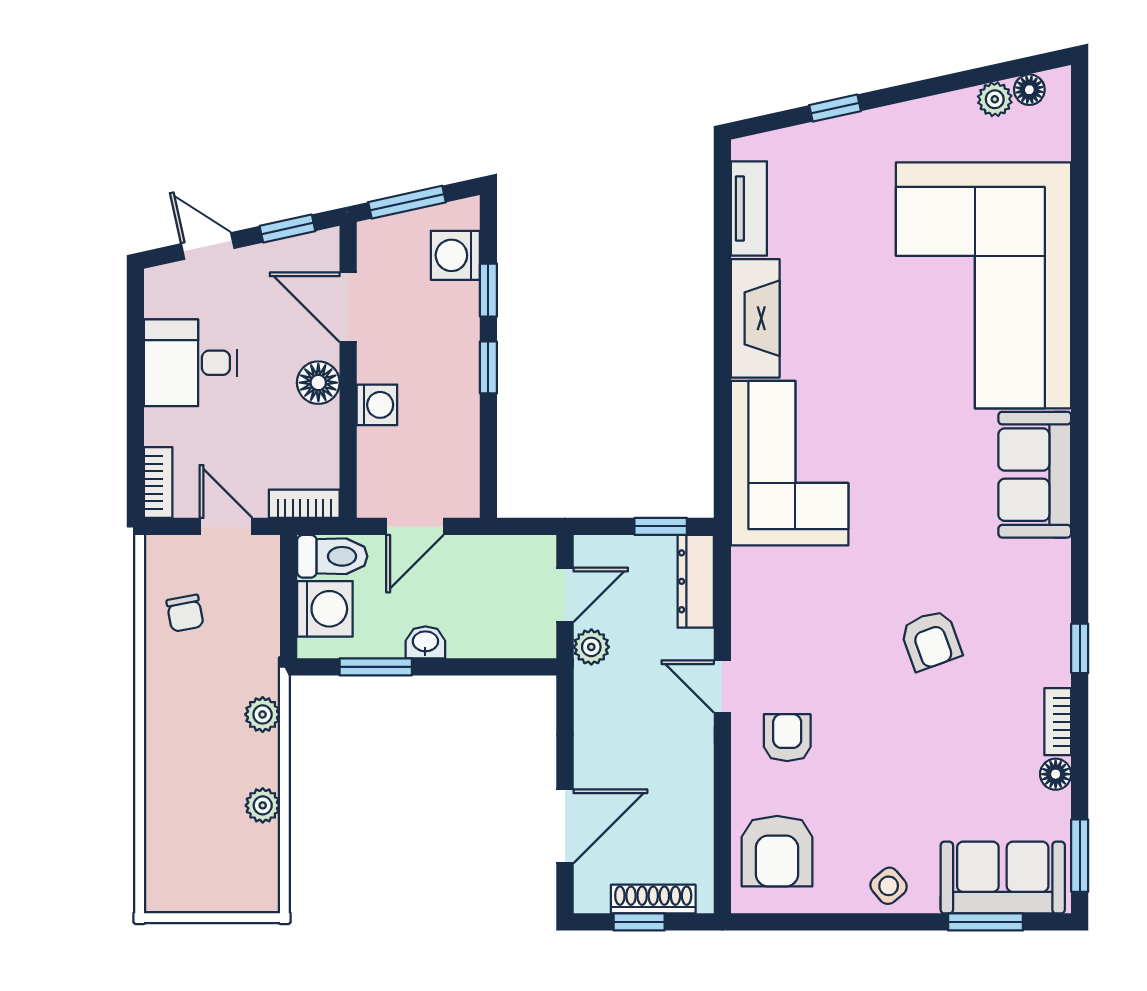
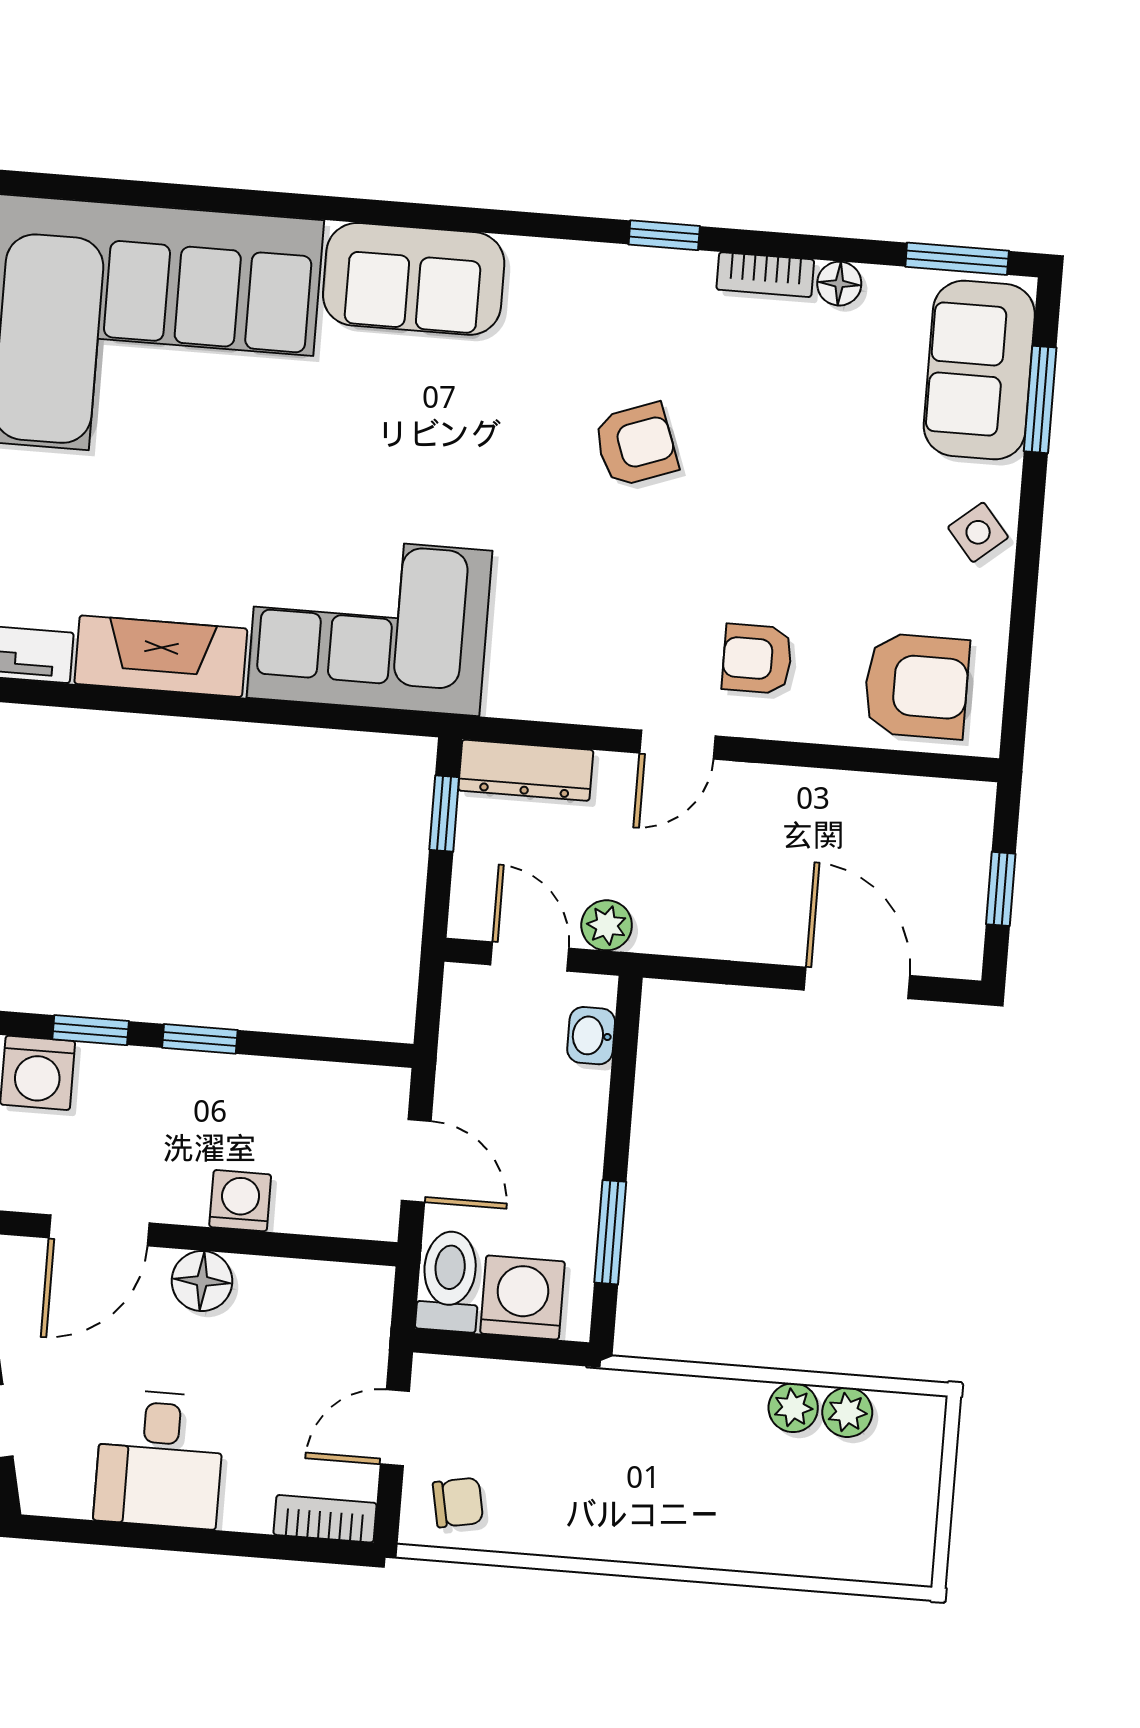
bookcase: (304, 504) -> (372, 1315), removed
chair: (185, 613) -> (458, 1502), moved
washbasin: (425, 642) -> (591, 1036), moved
plant: (263, 714) -> (847, 1412), moved
shoe rack: (653, 899) -> (970, 866), removed

